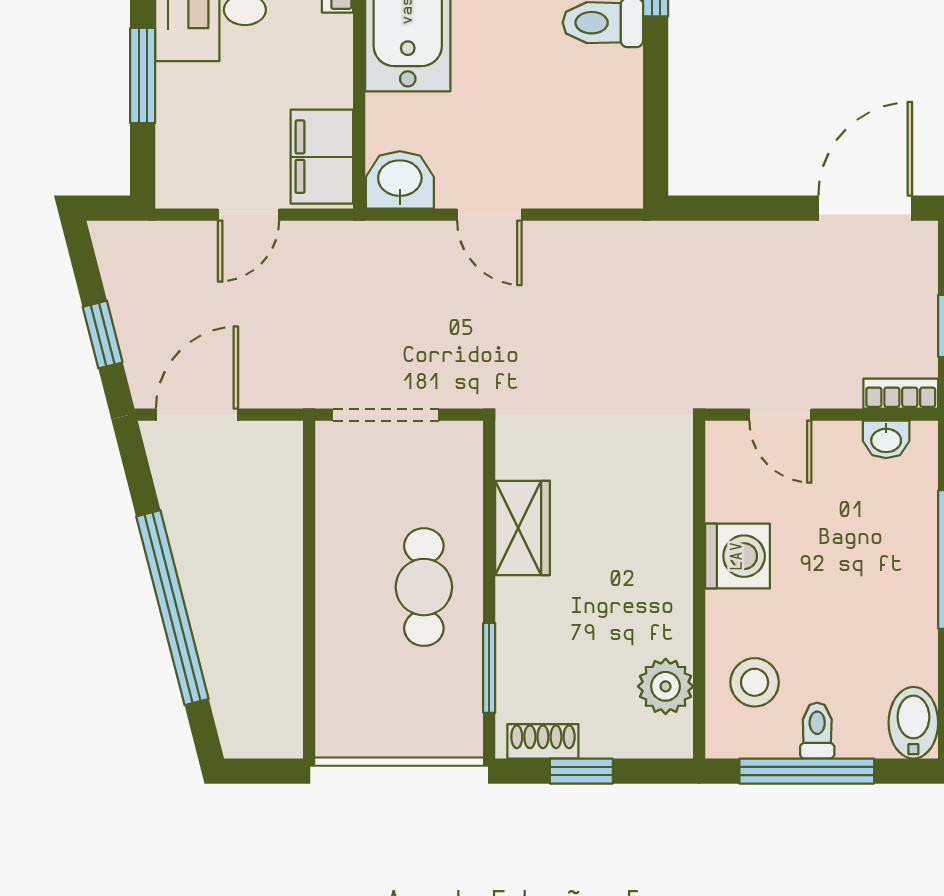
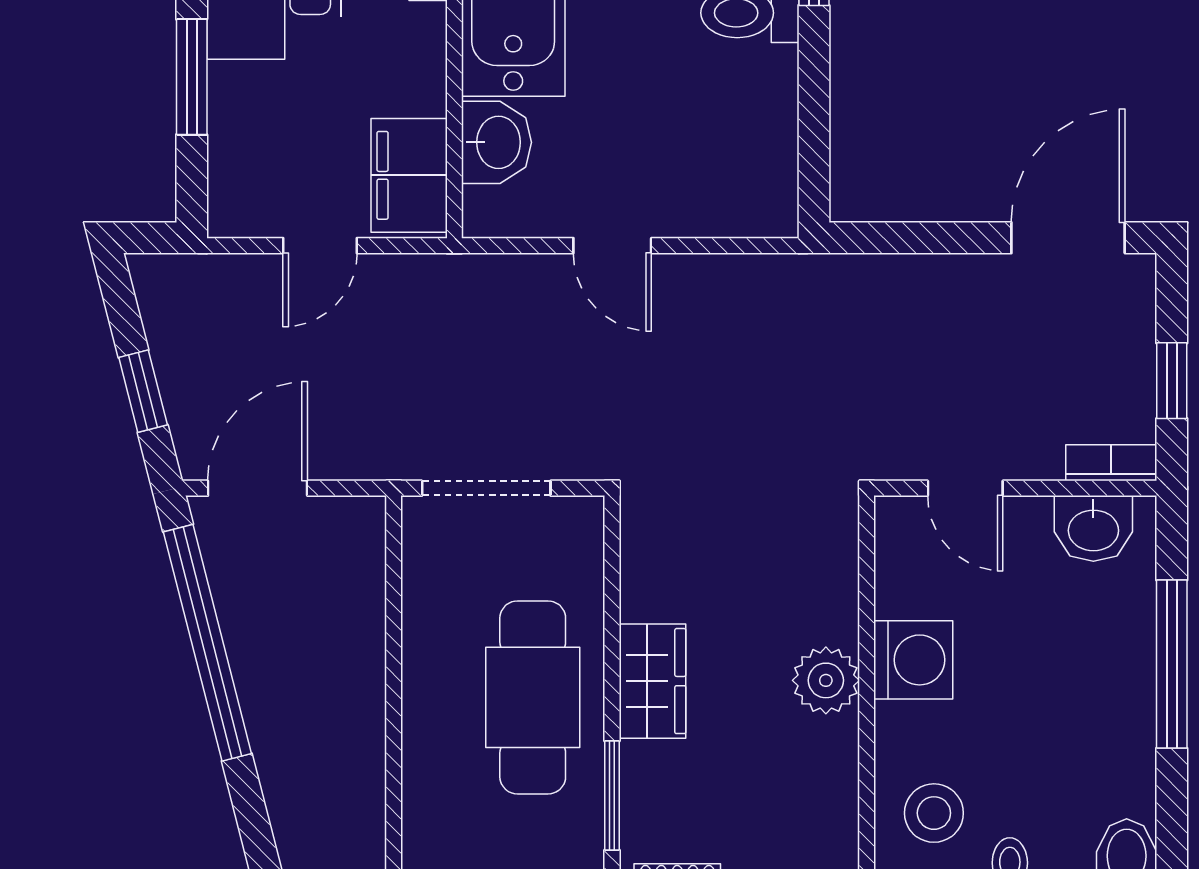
washbasin: (400, 180) -> (496, 142), moved, turned 90
washbasin: (886, 439) -> (1093, 528), width x1.38, depth x1.45
wardrobe: (523, 528) -> (652, 681), moved
cafe table: (424, 587) -> (533, 697), width x1.37, depth x1.35
window: (172, 608) -> (207, 643), moved
plant: (666, 686) -> (826, 680), moved

